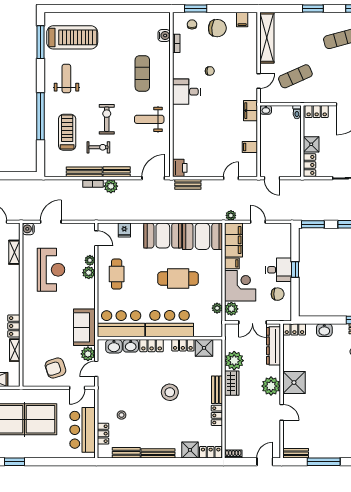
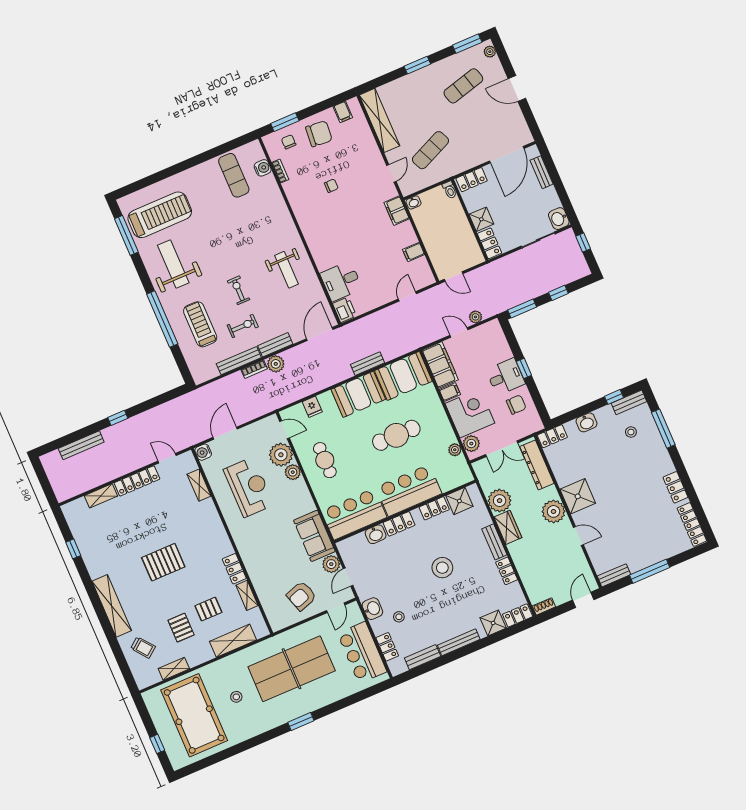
exercise mat: (142, 73) -> (234, 175), moved
weight bench: (66, 79) -> (173, 264), width x1.36, depth x1.33
desk: (186, 92) -> (341, 281), moved
exercise bike: (107, 119) -> (239, 290), width x0.73, depth x0.72
weight bench: (149, 119) -> (286, 270), turned -90
bench: (188, 184) -> (368, 364), moved
plant: (231, 215) -> (476, 317), moved
plant: (90, 260) -> (281, 455), width x1.88, depth x1.88
washbasin: (114, 346) -> (372, 609), moved, turned -90

